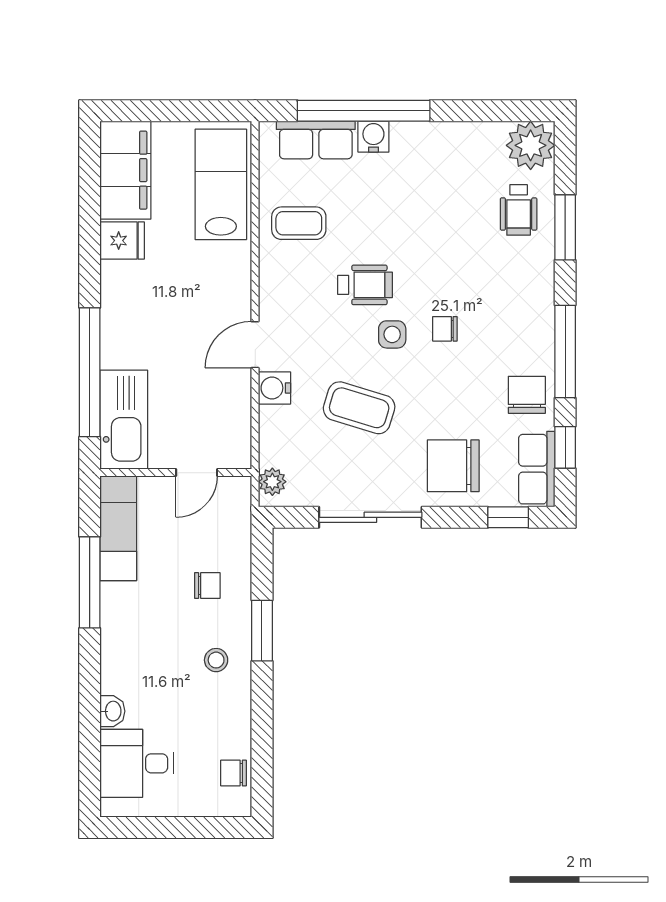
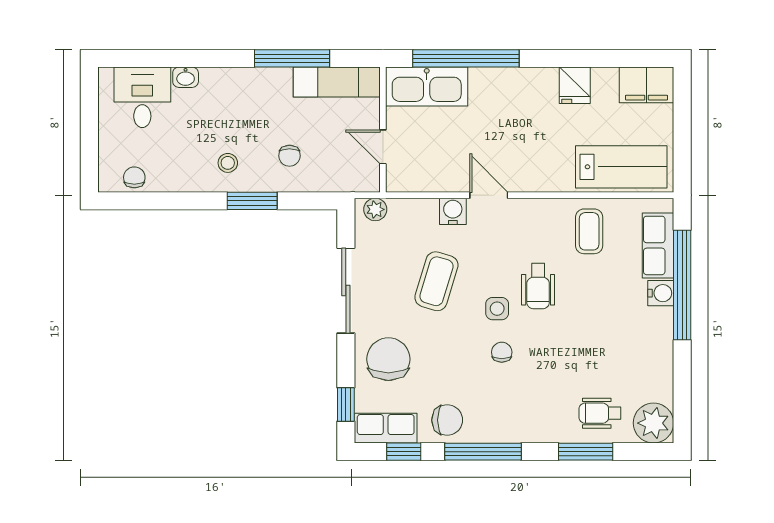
filing cabinet: (125, 170) -> (647, 85), width x0.67, depth x0.86

